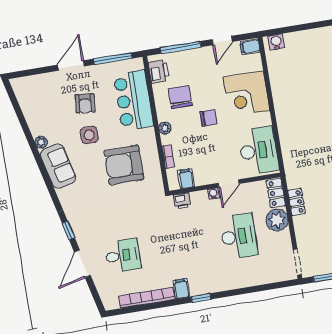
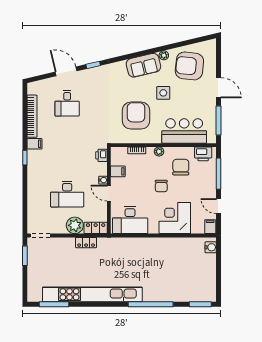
chair: (180, 97) -> (181, 167), turned -90
armchair: (85, 103) -> (189, 66), moved, width x1.88, depth x1.88
filing cabinet: (186, 179) -> (118, 171), moved

